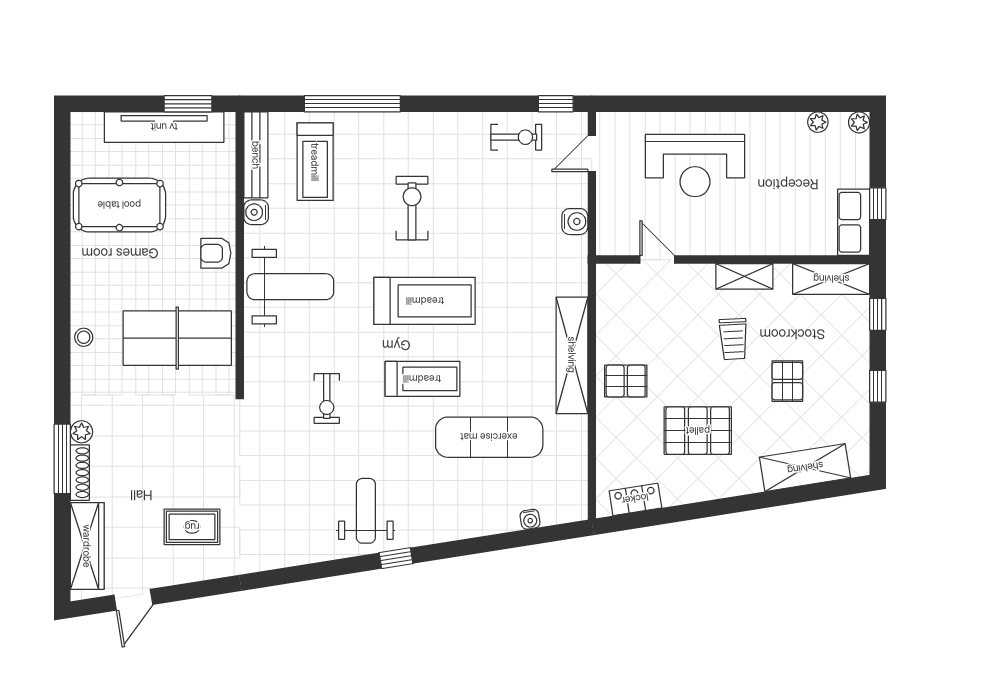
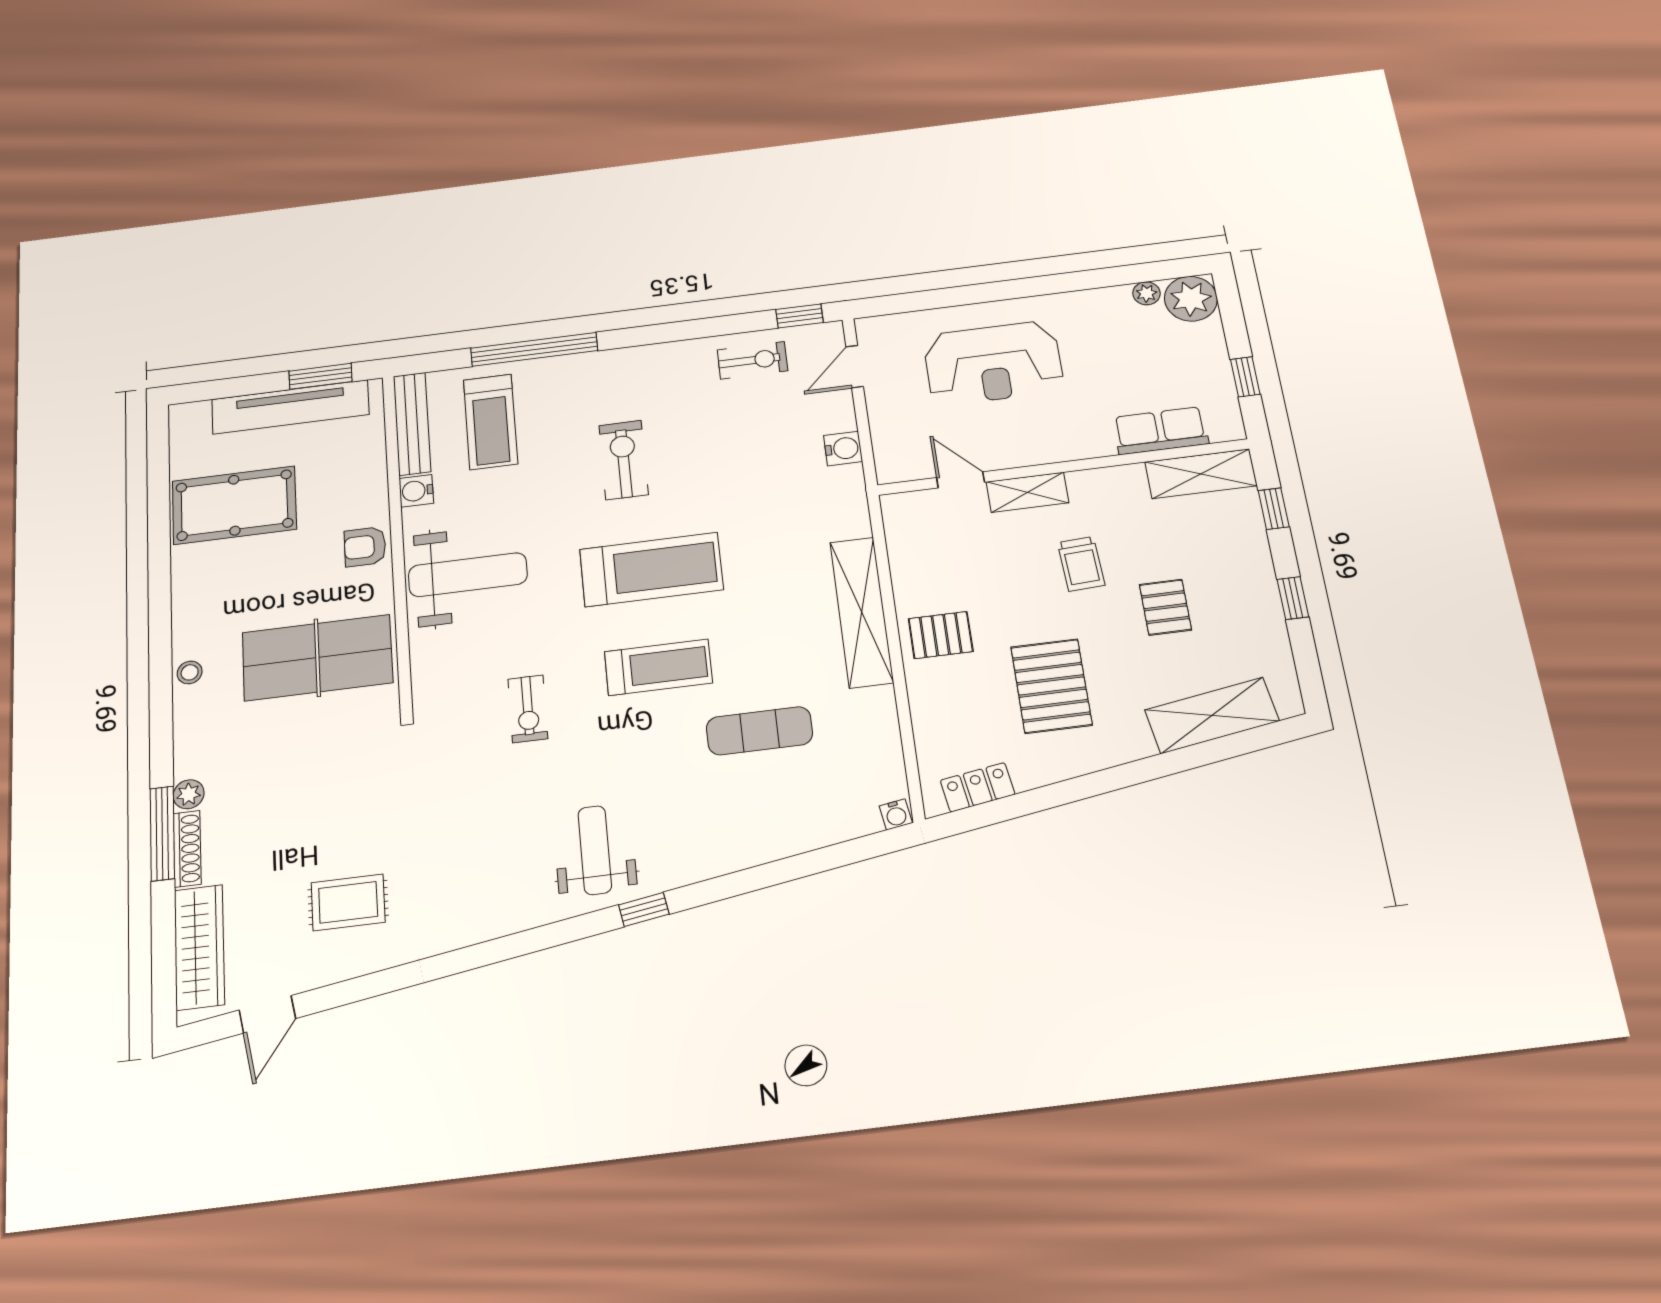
plant: (859, 122) -> (1191, 299), width x1.87, depth x1.87
row of seats: (854, 222) -> (1161, 431), moved, turned 90
shelving: (744, 276) -> (1027, 492), moved
pallet: (698, 431) -> (1051, 686), turned 90
exercise mat: (489, 437) -> (759, 731), width x0.73, depth x0.69
water cooler: (530, 519) -> (896, 814), moved

